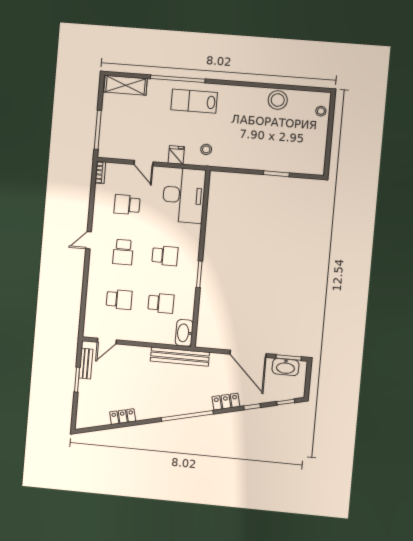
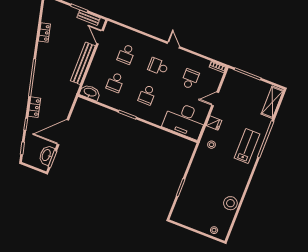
bench: (180, 357) -> (83, 63), moved

